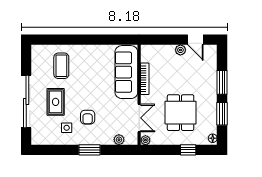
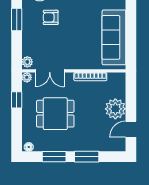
plant: (180, 50) -> (115, 109), width x1.88, depth x1.88
sofa: (126, 72) -> (114, 37), moved, turned -90
plant: (119, 140) -> (27, 62), moved
window: (188, 150) -> (17, 100), moved

